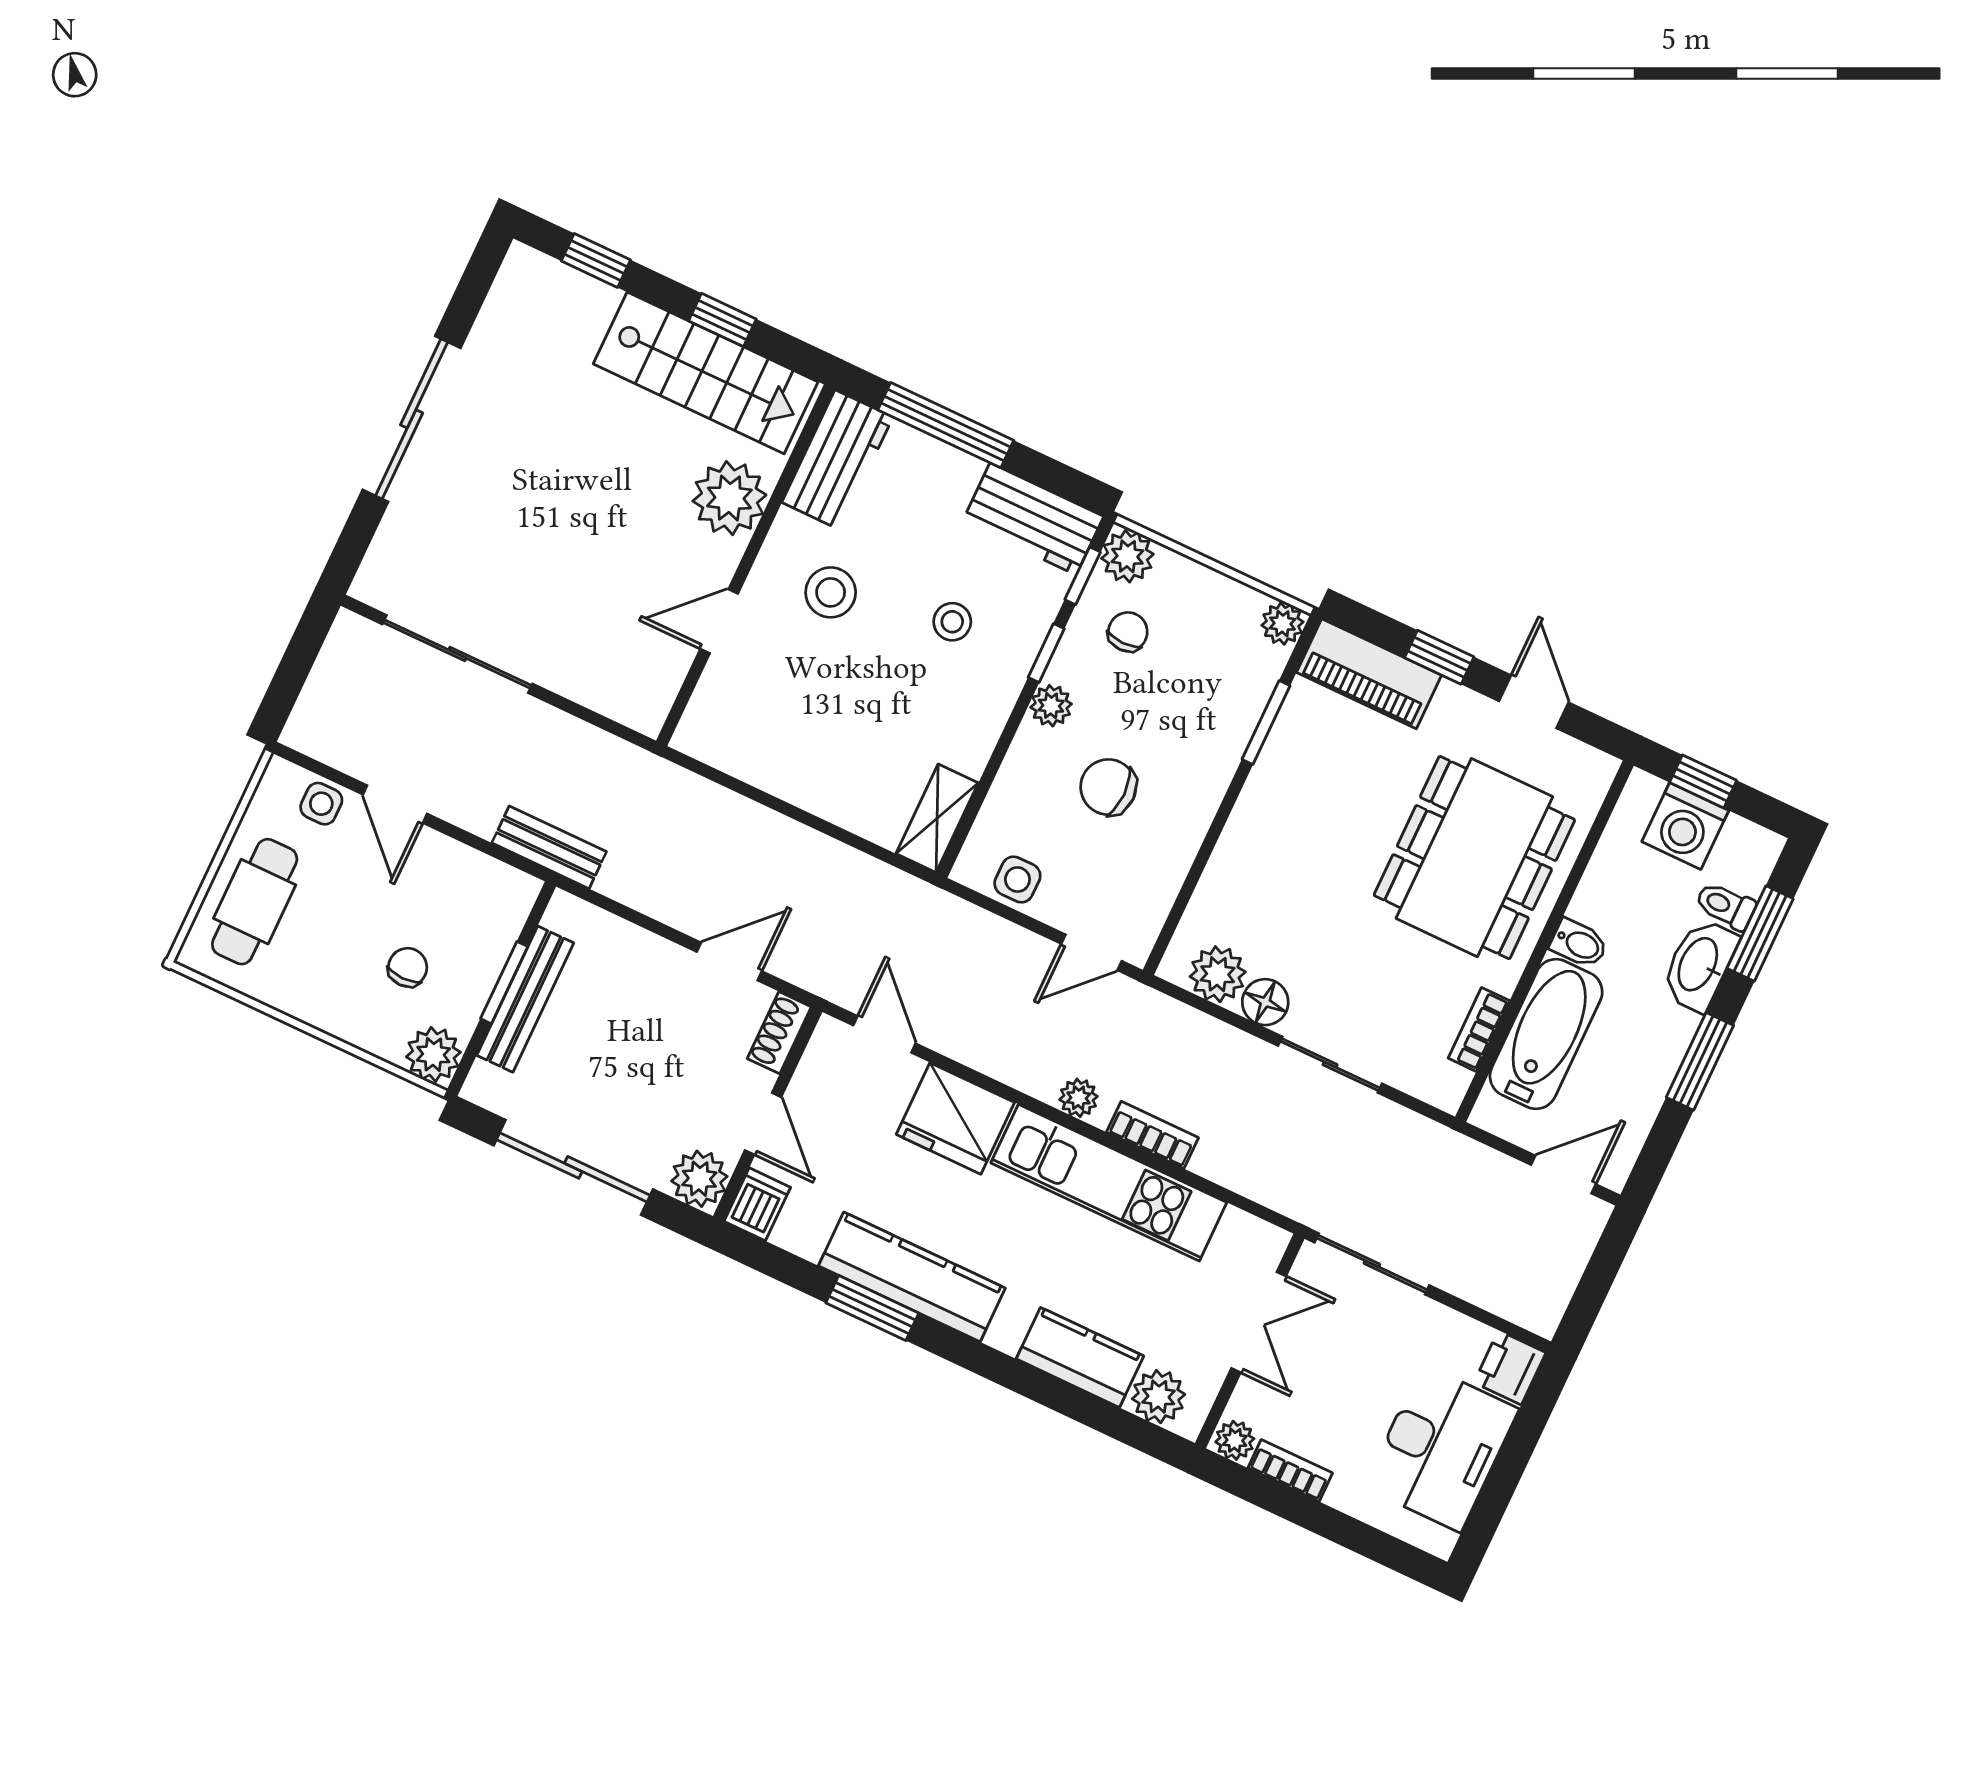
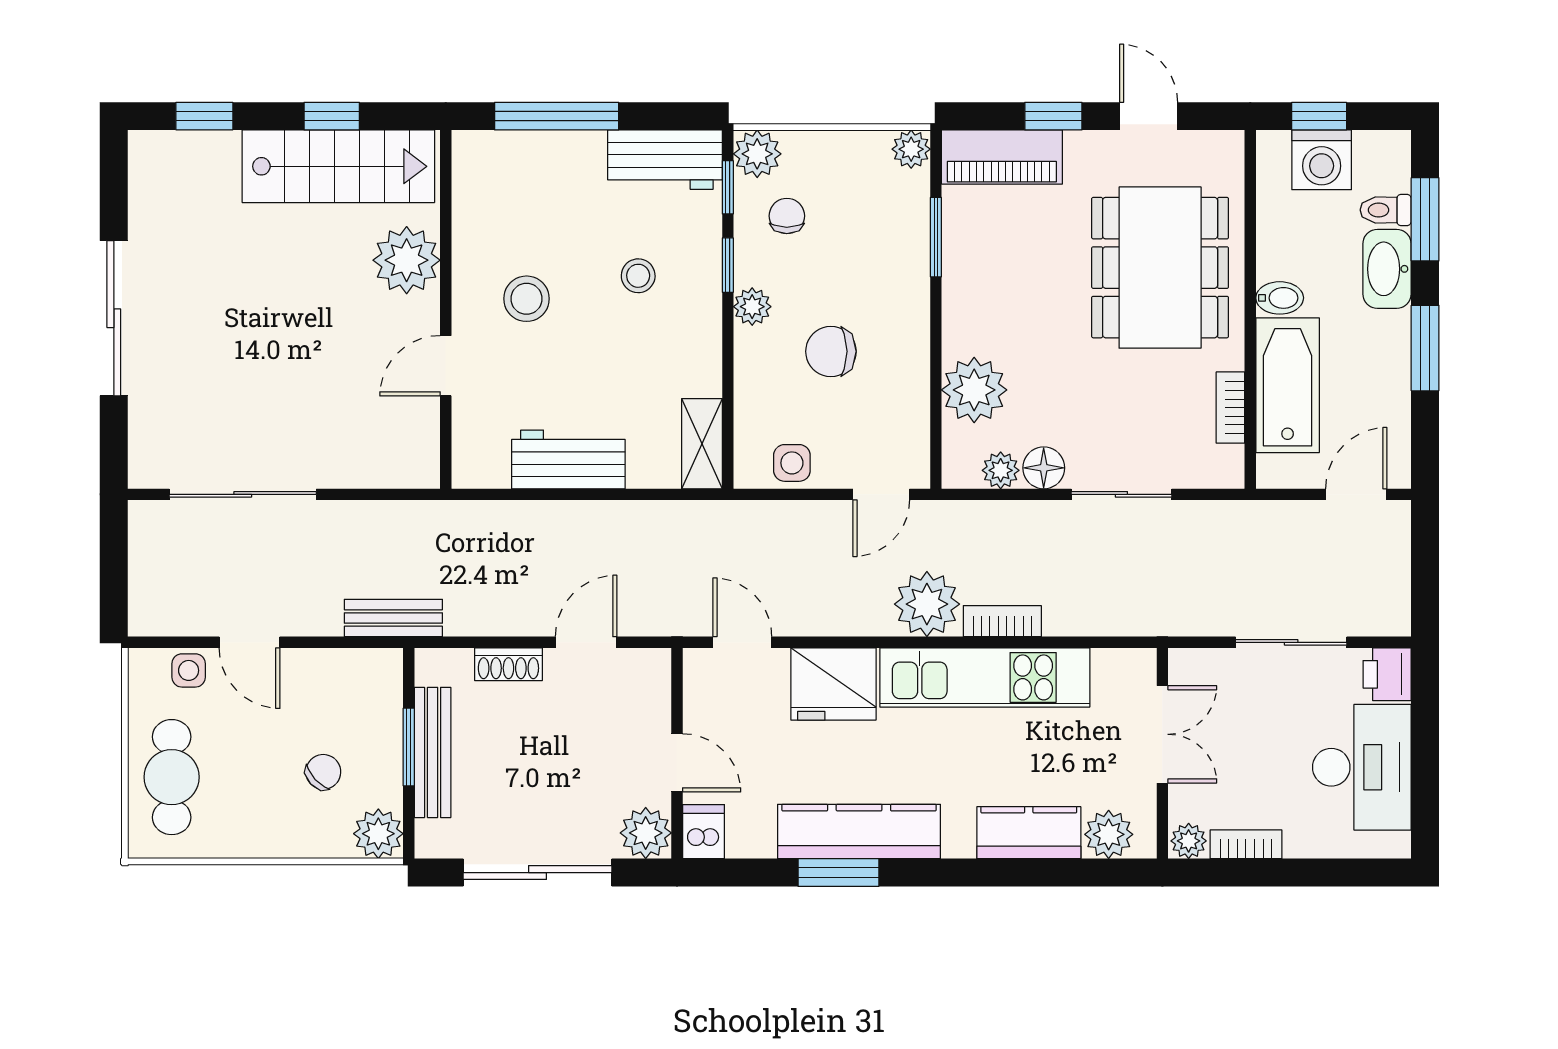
workbench: (837, 460) -> (568, 459), moved, turned -90
plant: (1233, 892) -> (974, 390), added
chair: (408, 967) -> (323, 772), turned 47
plant: (1218, 974) -> (1001, 470), width x0.73, depth x0.73
shoe rack: (779, 1033) -> (508, 664), moved, turned -90
plant: (1079, 1098) -> (927, 604), width x1.87, depth x1.87
sliding door: (1372, 1264) -> (1291, 642), moved

